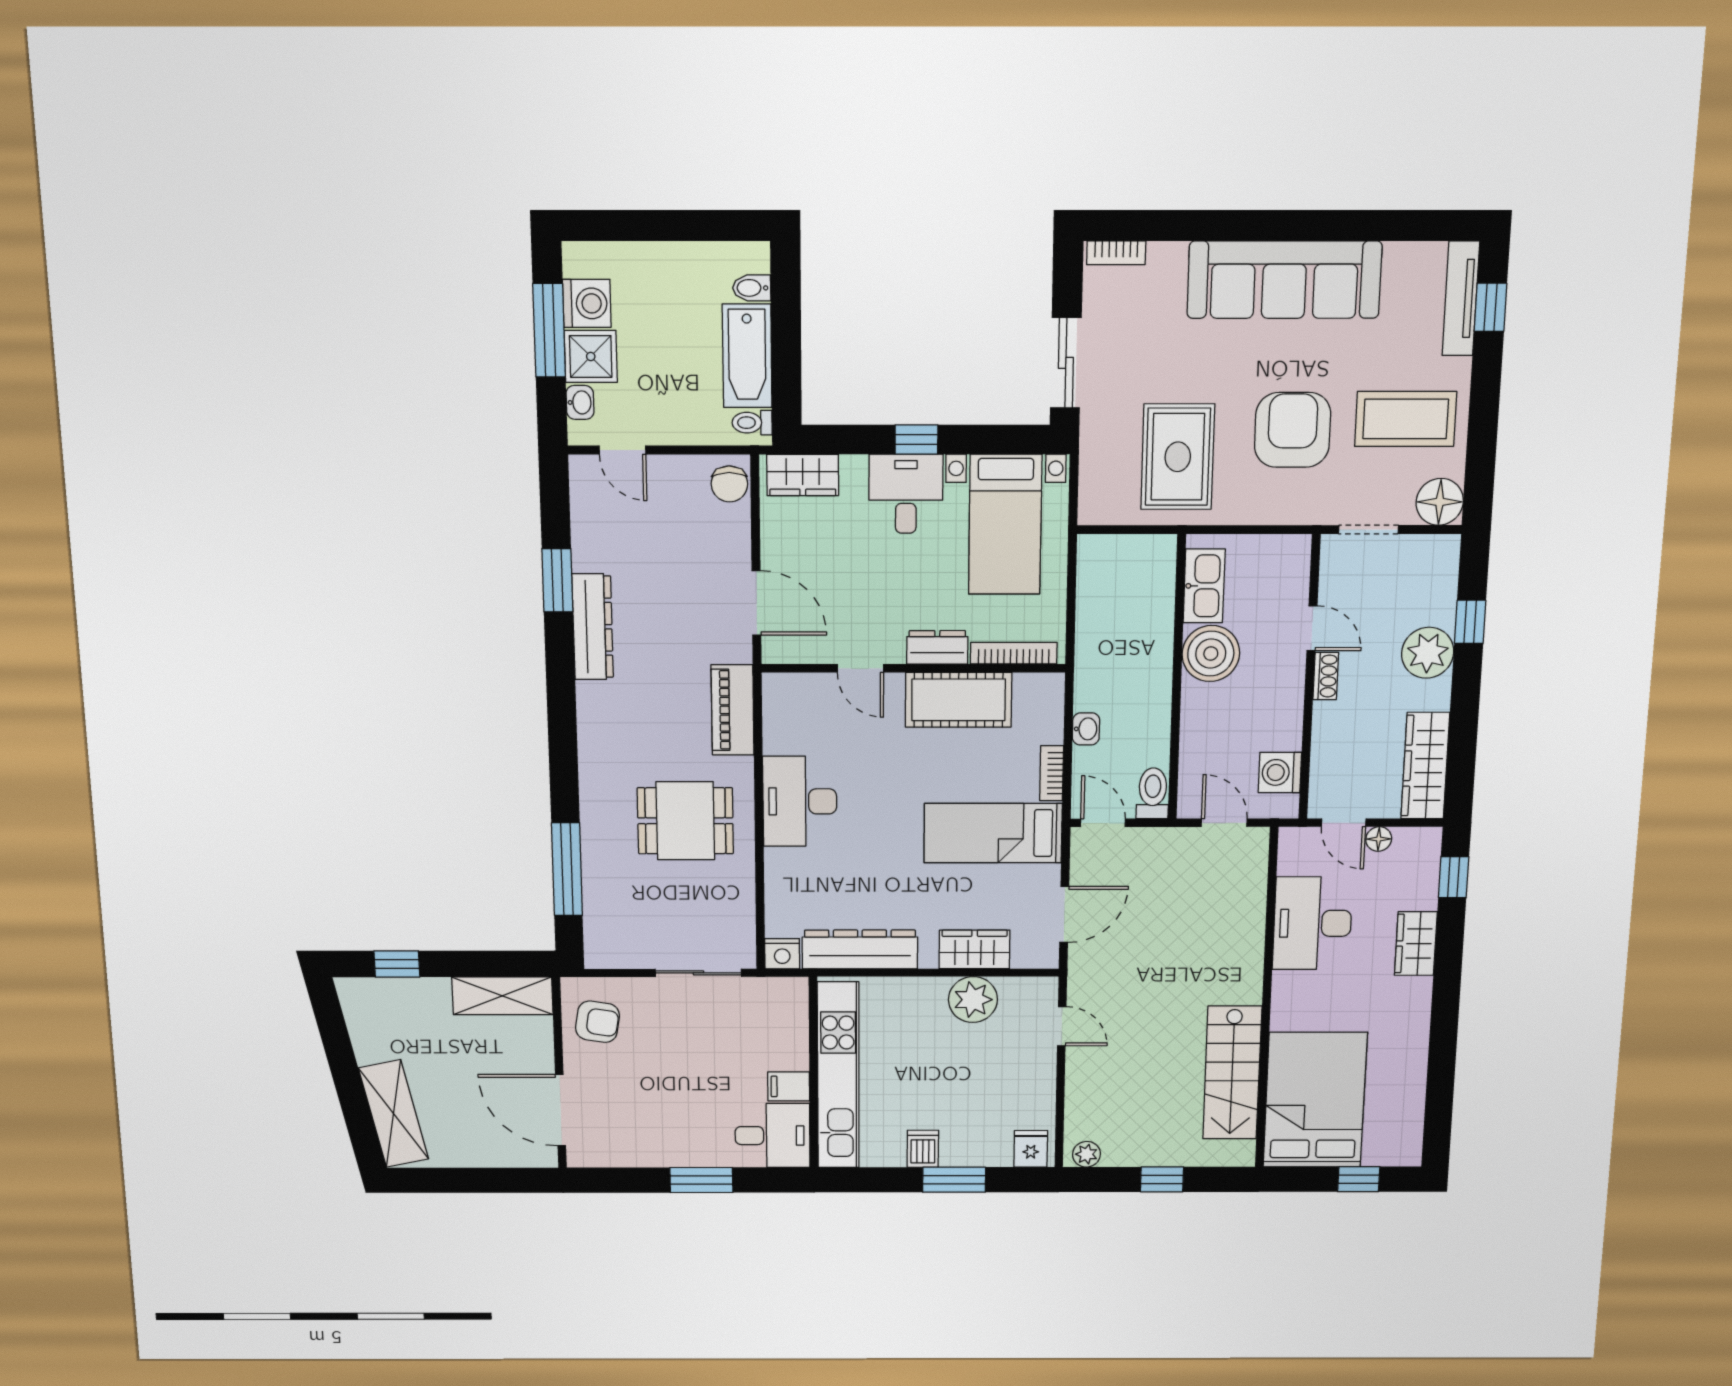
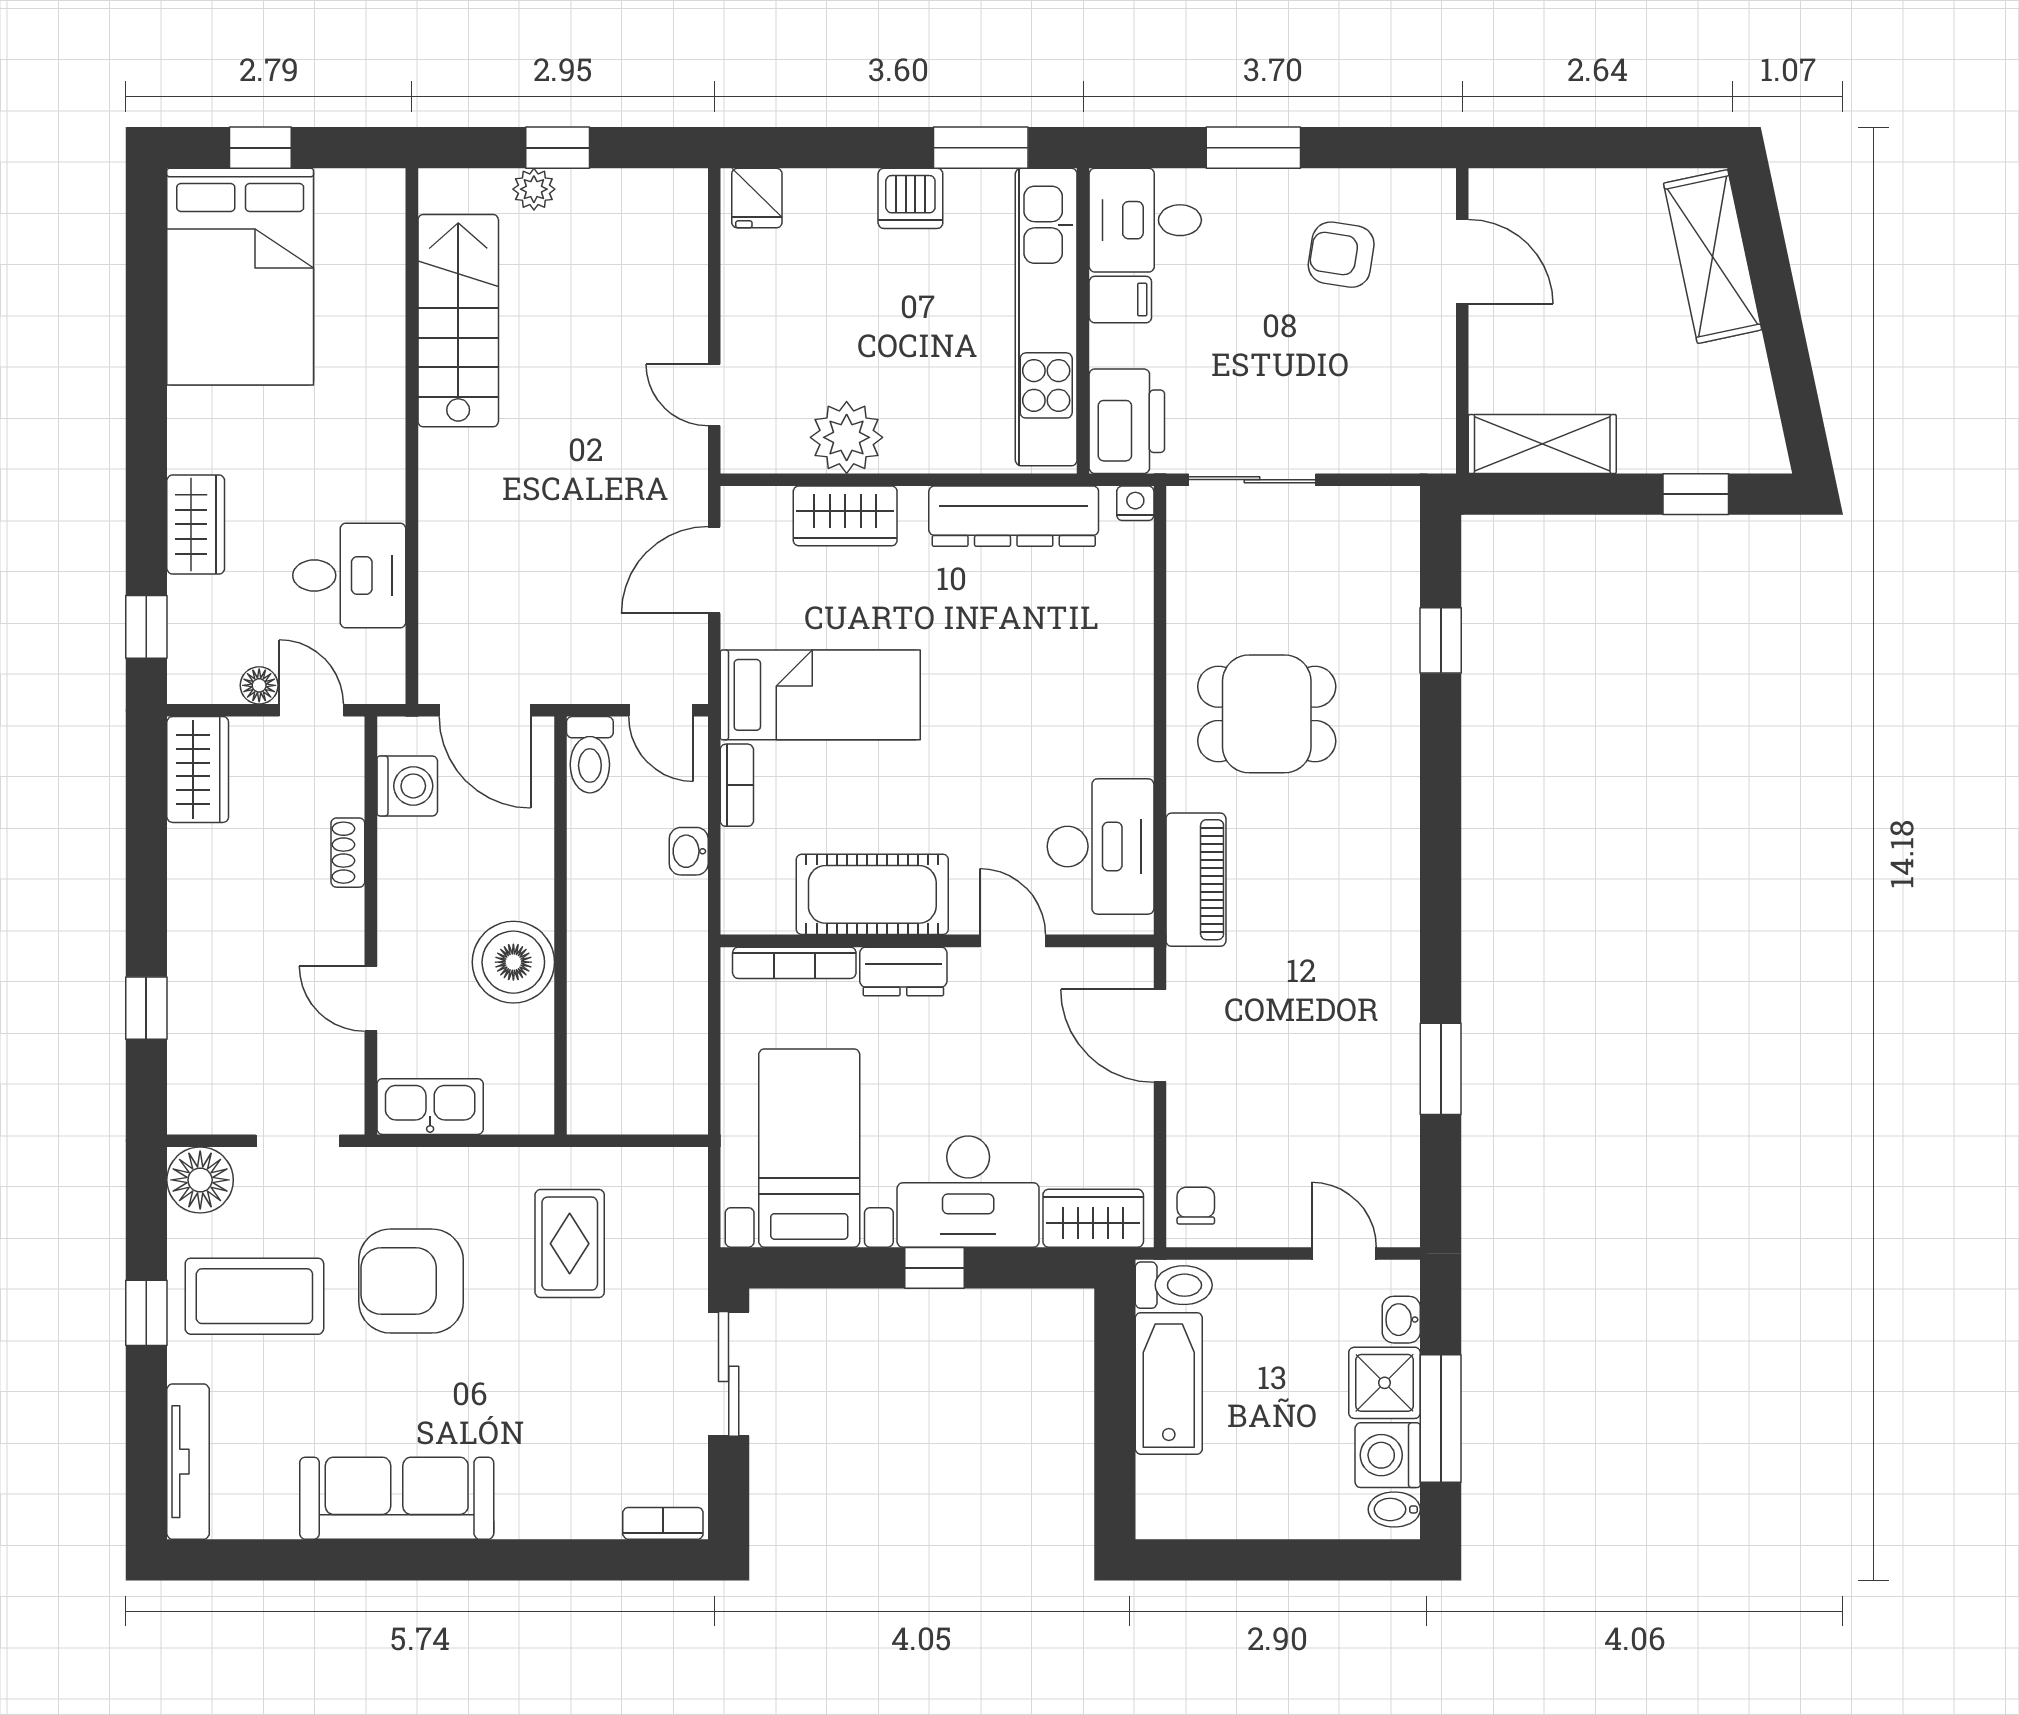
sofa: (1284, 280) -> (397, 1498), width x0.74, depth x0.79
bidet: (752, 288) -> (1394, 1509), moved, turned 180
window: (1490, 307) -> (146, 1313), moved
toilet: (752, 423) -> (1174, 1285), width x1.37, depth x1.39
armchair: (1293, 430) -> (411, 1281), turned 90
rug: (1178, 457) -> (570, 1244), width x0.73, depth x0.70
chair: (729, 484) -> (1196, 1206), width x0.73, depth x0.73
desk: (906, 494) -> (968, 1192), width x1.37
kitchen sink: (1204, 586) -> (430, 1107), moved, turned 90
dresser: (593, 627) -> (1393, 1002), removed
plant: (1428, 653) -> (204, 963), removed
shoe rack: (1326, 676) -> (348, 853), moved
wardrobe: (1425, 766) -> (198, 769), width x0.67
desk: (800, 801) -> (1101, 846), moved
door: (1224, 823) -> (485, 710), width x1.38
window: (567, 869) -> (1441, 640), width x0.46
desk: (1313, 923) -> (349, 575), width x0.73
nightstand: (782, 954) -> (1135, 503), width x0.72, depth x0.74
printer: (784, 1010) -> (1127, 421), added
armchair: (597, 1022) -> (1341, 255), moved
bed: (1315, 1100) -> (240, 277), moved
door: (561, 1110) -> (1462, 262), width x0.73
dishwasher: (923, 1149) -> (910, 198), width x1.38
plant: (1086, 1154) -> (534, 189), moved
window: (954, 1180) -> (981, 148), moved

